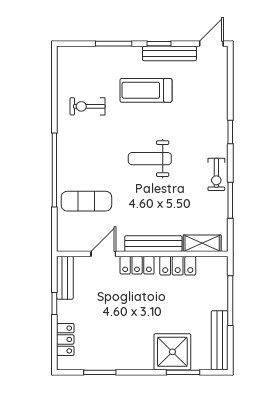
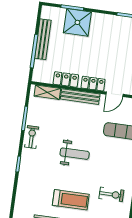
bench: (220, 340) -> (43, 39), moved

